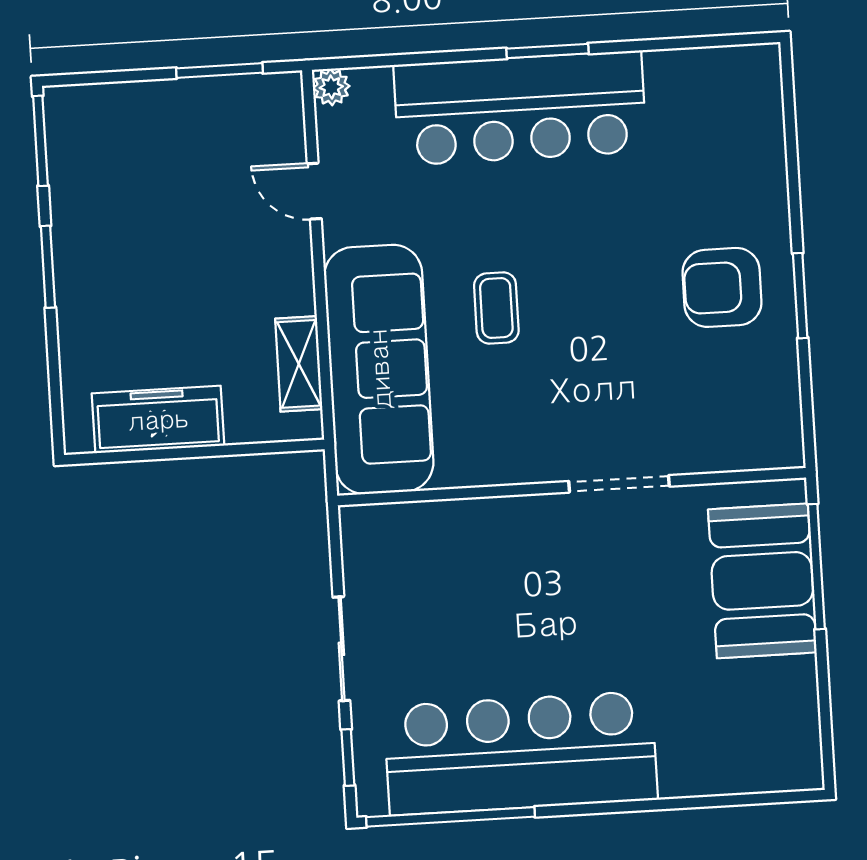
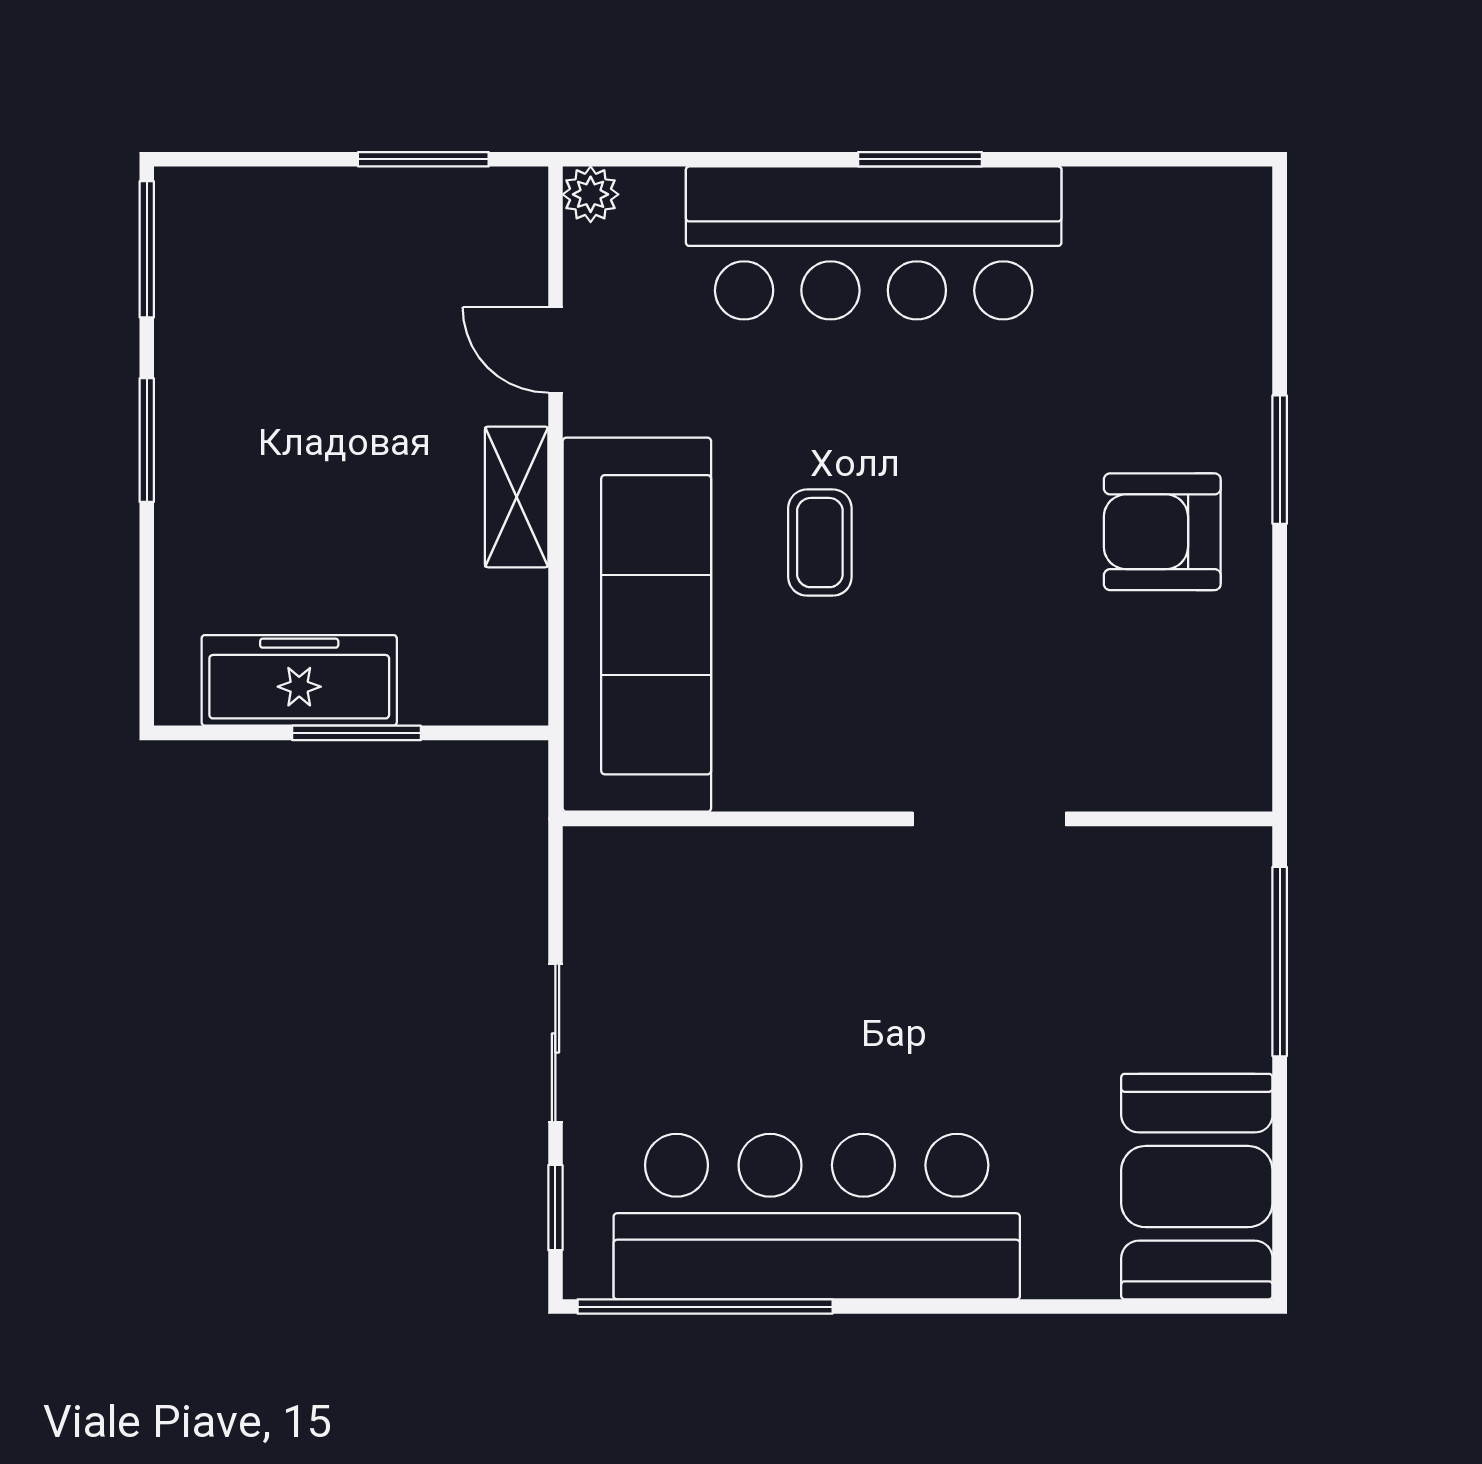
window: (800, 296) -> (1280, 460), moved
shelving: (299, 364) -> (517, 497), moved
window: (198, 452) -> (357, 733), added
booth: (762, 581) -> (1197, 1187), moved

